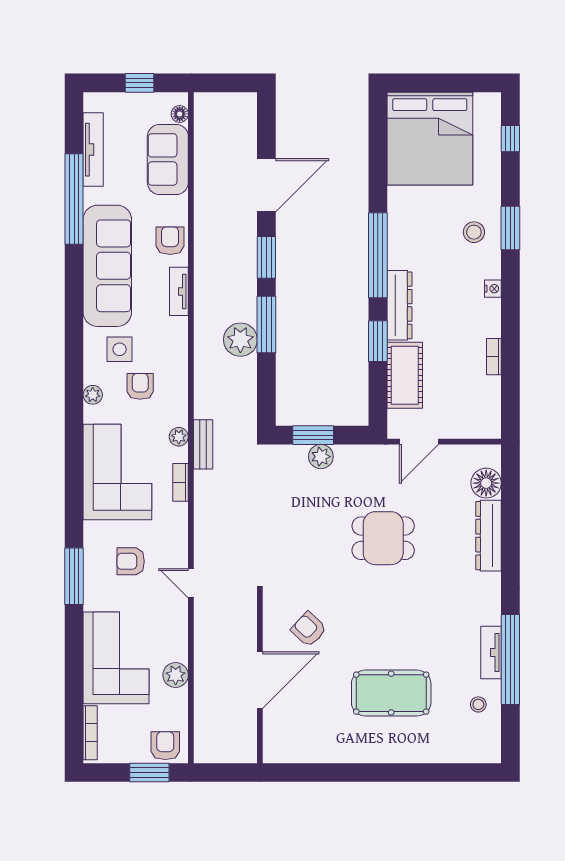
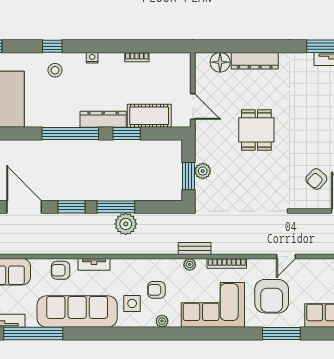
window: (510, 228) -> (52, 46), width x0.67
bookcase: (181, 482) -> (227, 263), width x1.56
armchair: (131, 561) -> (272, 296), width x1.88, depth x1.88

